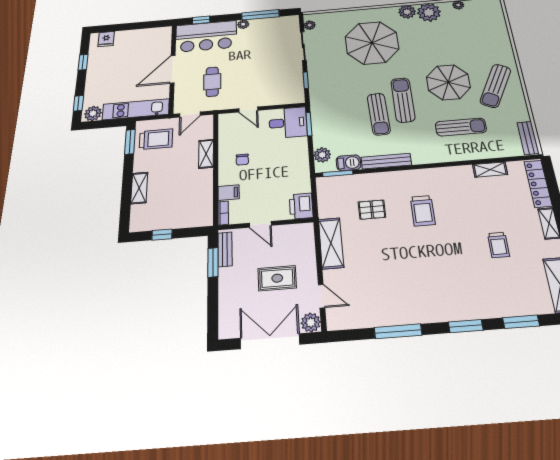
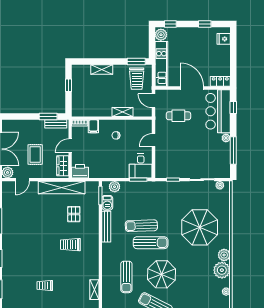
locker: (165, 38) -> (220, 81), added
wardrobe: (294, 233) -> (63, 166), added
shelving: (331, 243) -> (62, 188), width x1.47

